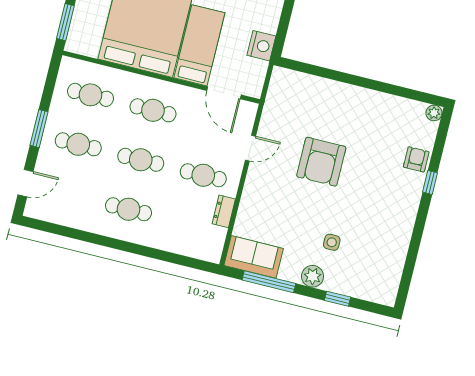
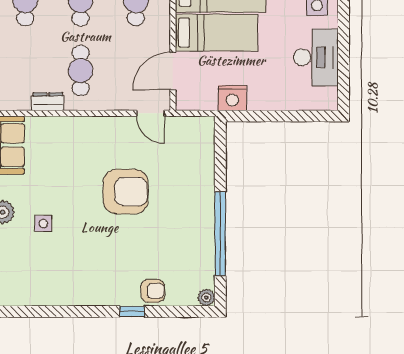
window: (380, 86) -> (220, 234), added
door: (250, 148) -> (150, 113), moved
armchair: (321, 162) -> (126, 192), turned 180

